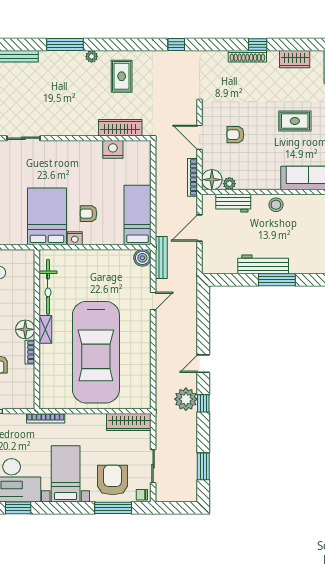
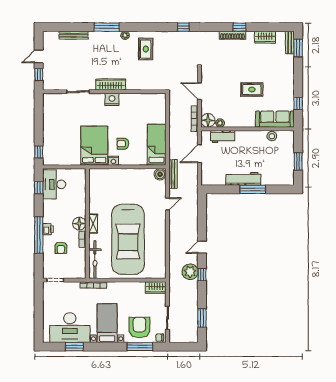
rug: (295, 121) -> (252, 90), moved
wardrobe: (120, 128) -> (111, 84), moved
armchair: (235, 135) -> (224, 89), removed
nightstand: (113, 149) -> (112, 99), moved
stool: (276, 205) -> (272, 136), moved
bicycle: (48, 287) -> (95, 260), moved
wardrobe: (129, 422) -> (156, 287), width x0.67

